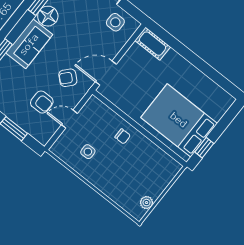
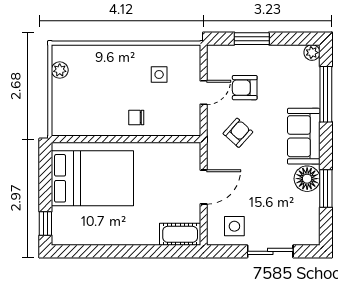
door: (106, 73) -> (204, 187), moved
window: (204, 148) -> (45, 223), moved

